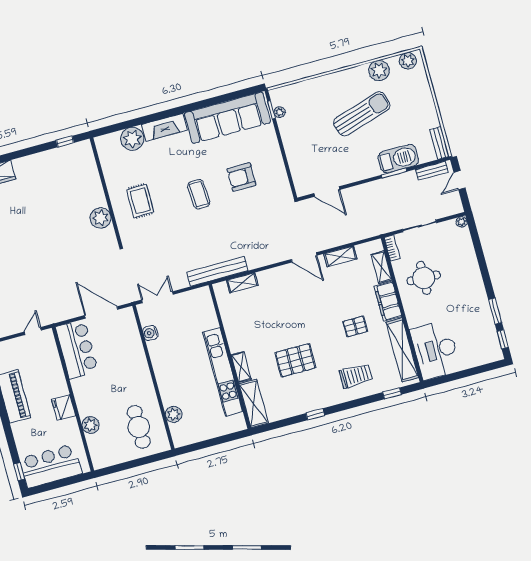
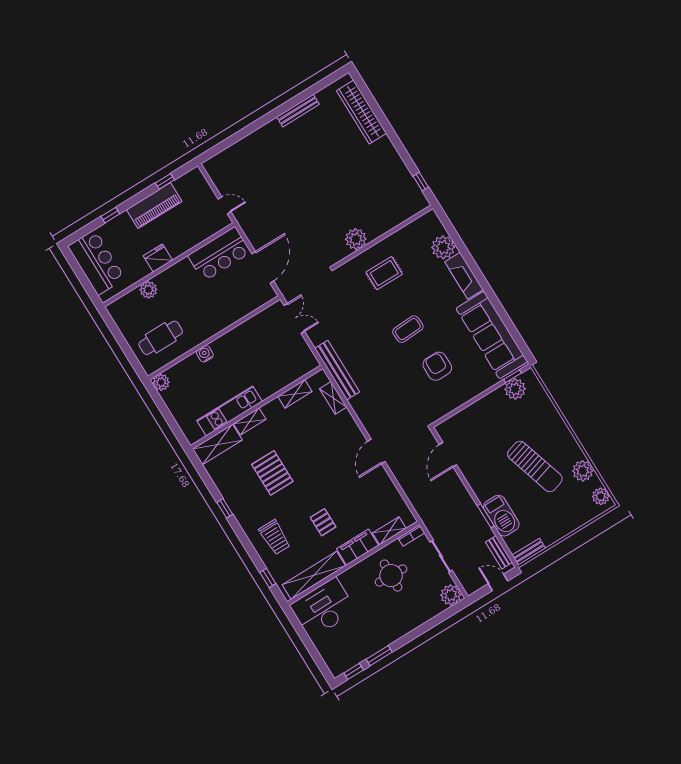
plant: (280, 112) -> (515, 389), width x1.88, depth x1.88
plant: (462, 222) -> (451, 595), width x1.88, depth x1.88
shelving: (340, 256) -> (295, 394), moved, turned 90
water cooler: (150, 333) -> (205, 354), moved
kitchen unit: (223, 372) -> (230, 411), width x0.73
plant: (174, 414) -> (161, 382), moved
window: (19, 472) -> (110, 215), moved

